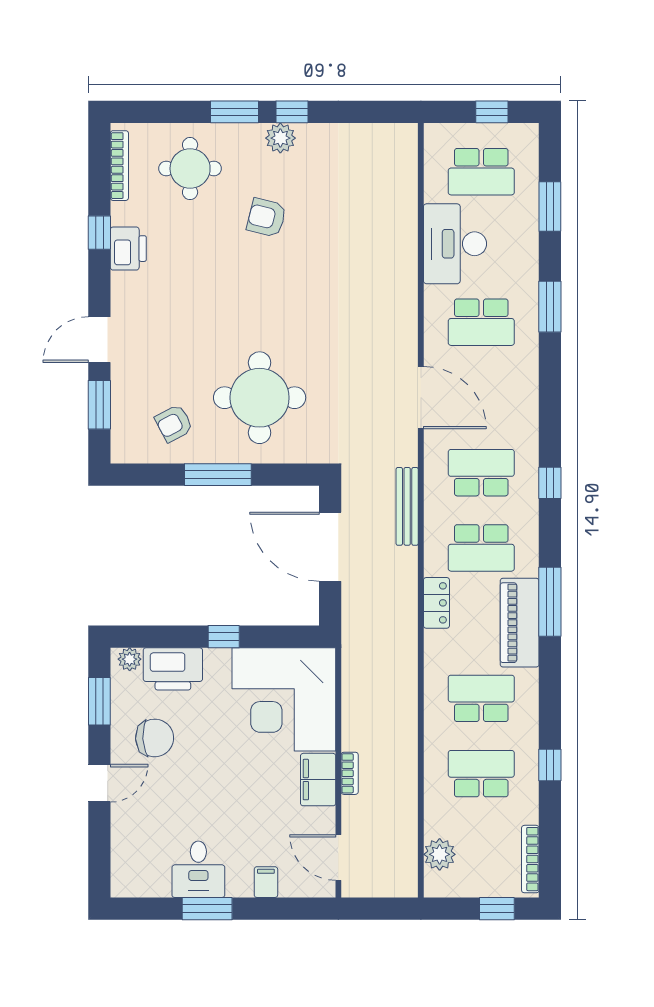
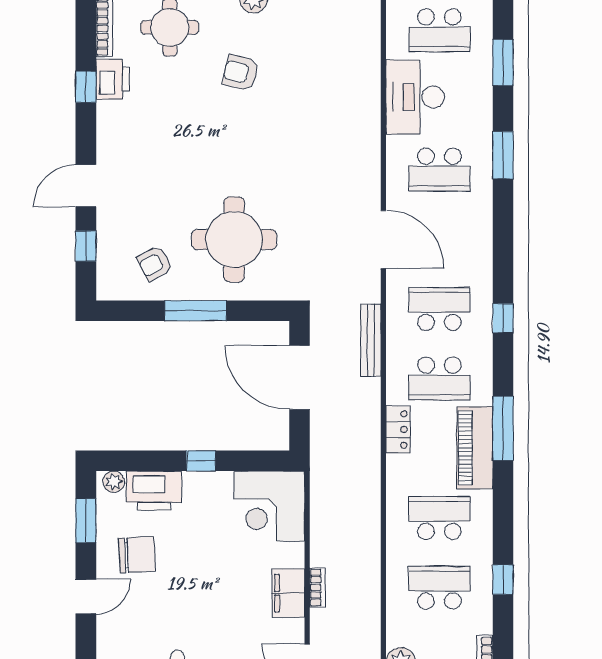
printer: (128, 249) -> (113, 79), moved
window: (99, 405) -> (86, 246), width x0.67
corner desk: (284, 699) -> (269, 506), width x0.74, depth x0.74

